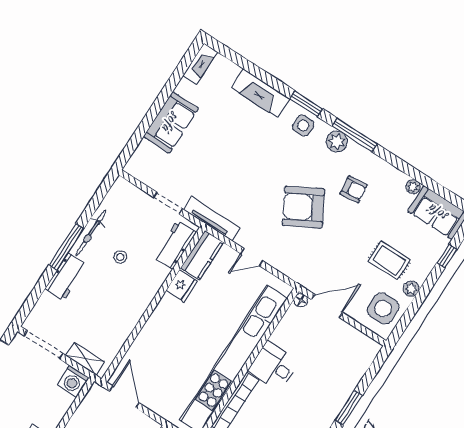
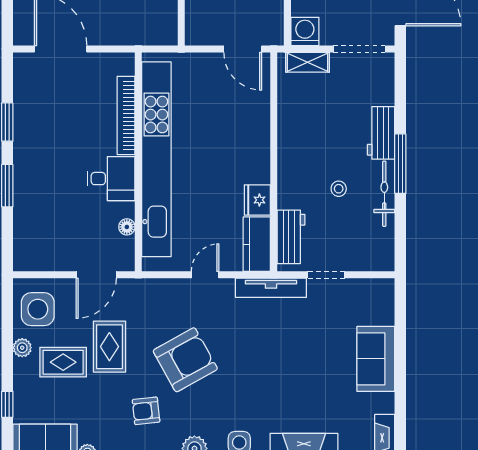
rug: (350, 250) -> (109, 347), added
floor lamp: (301, 300) -> (127, 227), moved

